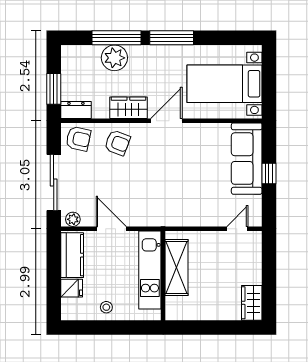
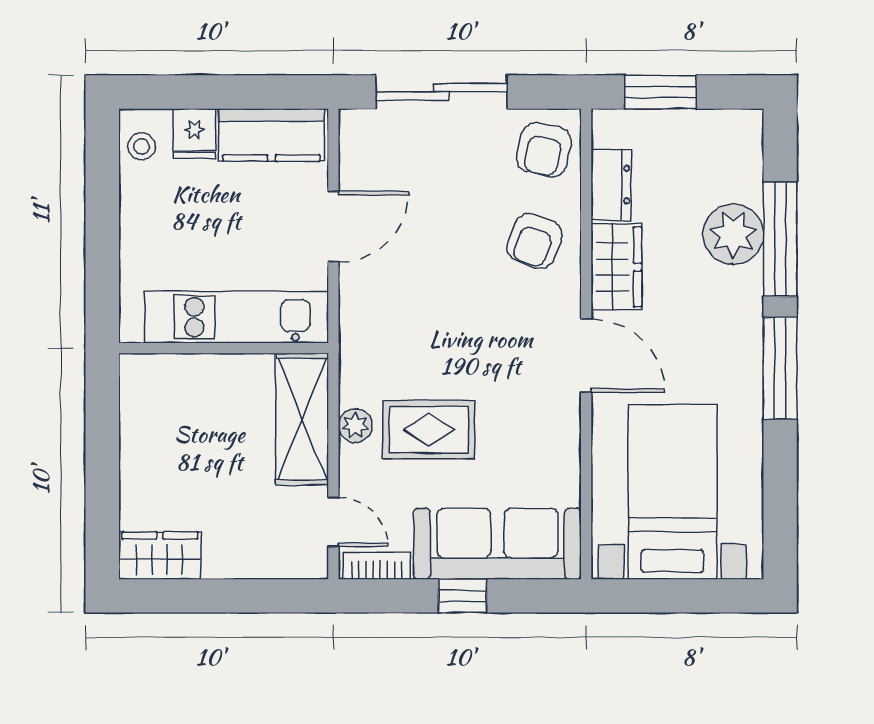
dresser: (76, 110) -> (611, 185), moved
rug: (198, 188) -> (429, 430), added
bookcase: (256, 210) -> (377, 566), added
plant: (73, 219) -> (355, 426), moved
shelving: (177, 267) -> (302, 419), moved, turned 90
stool: (106, 307) -> (142, 146), moved

